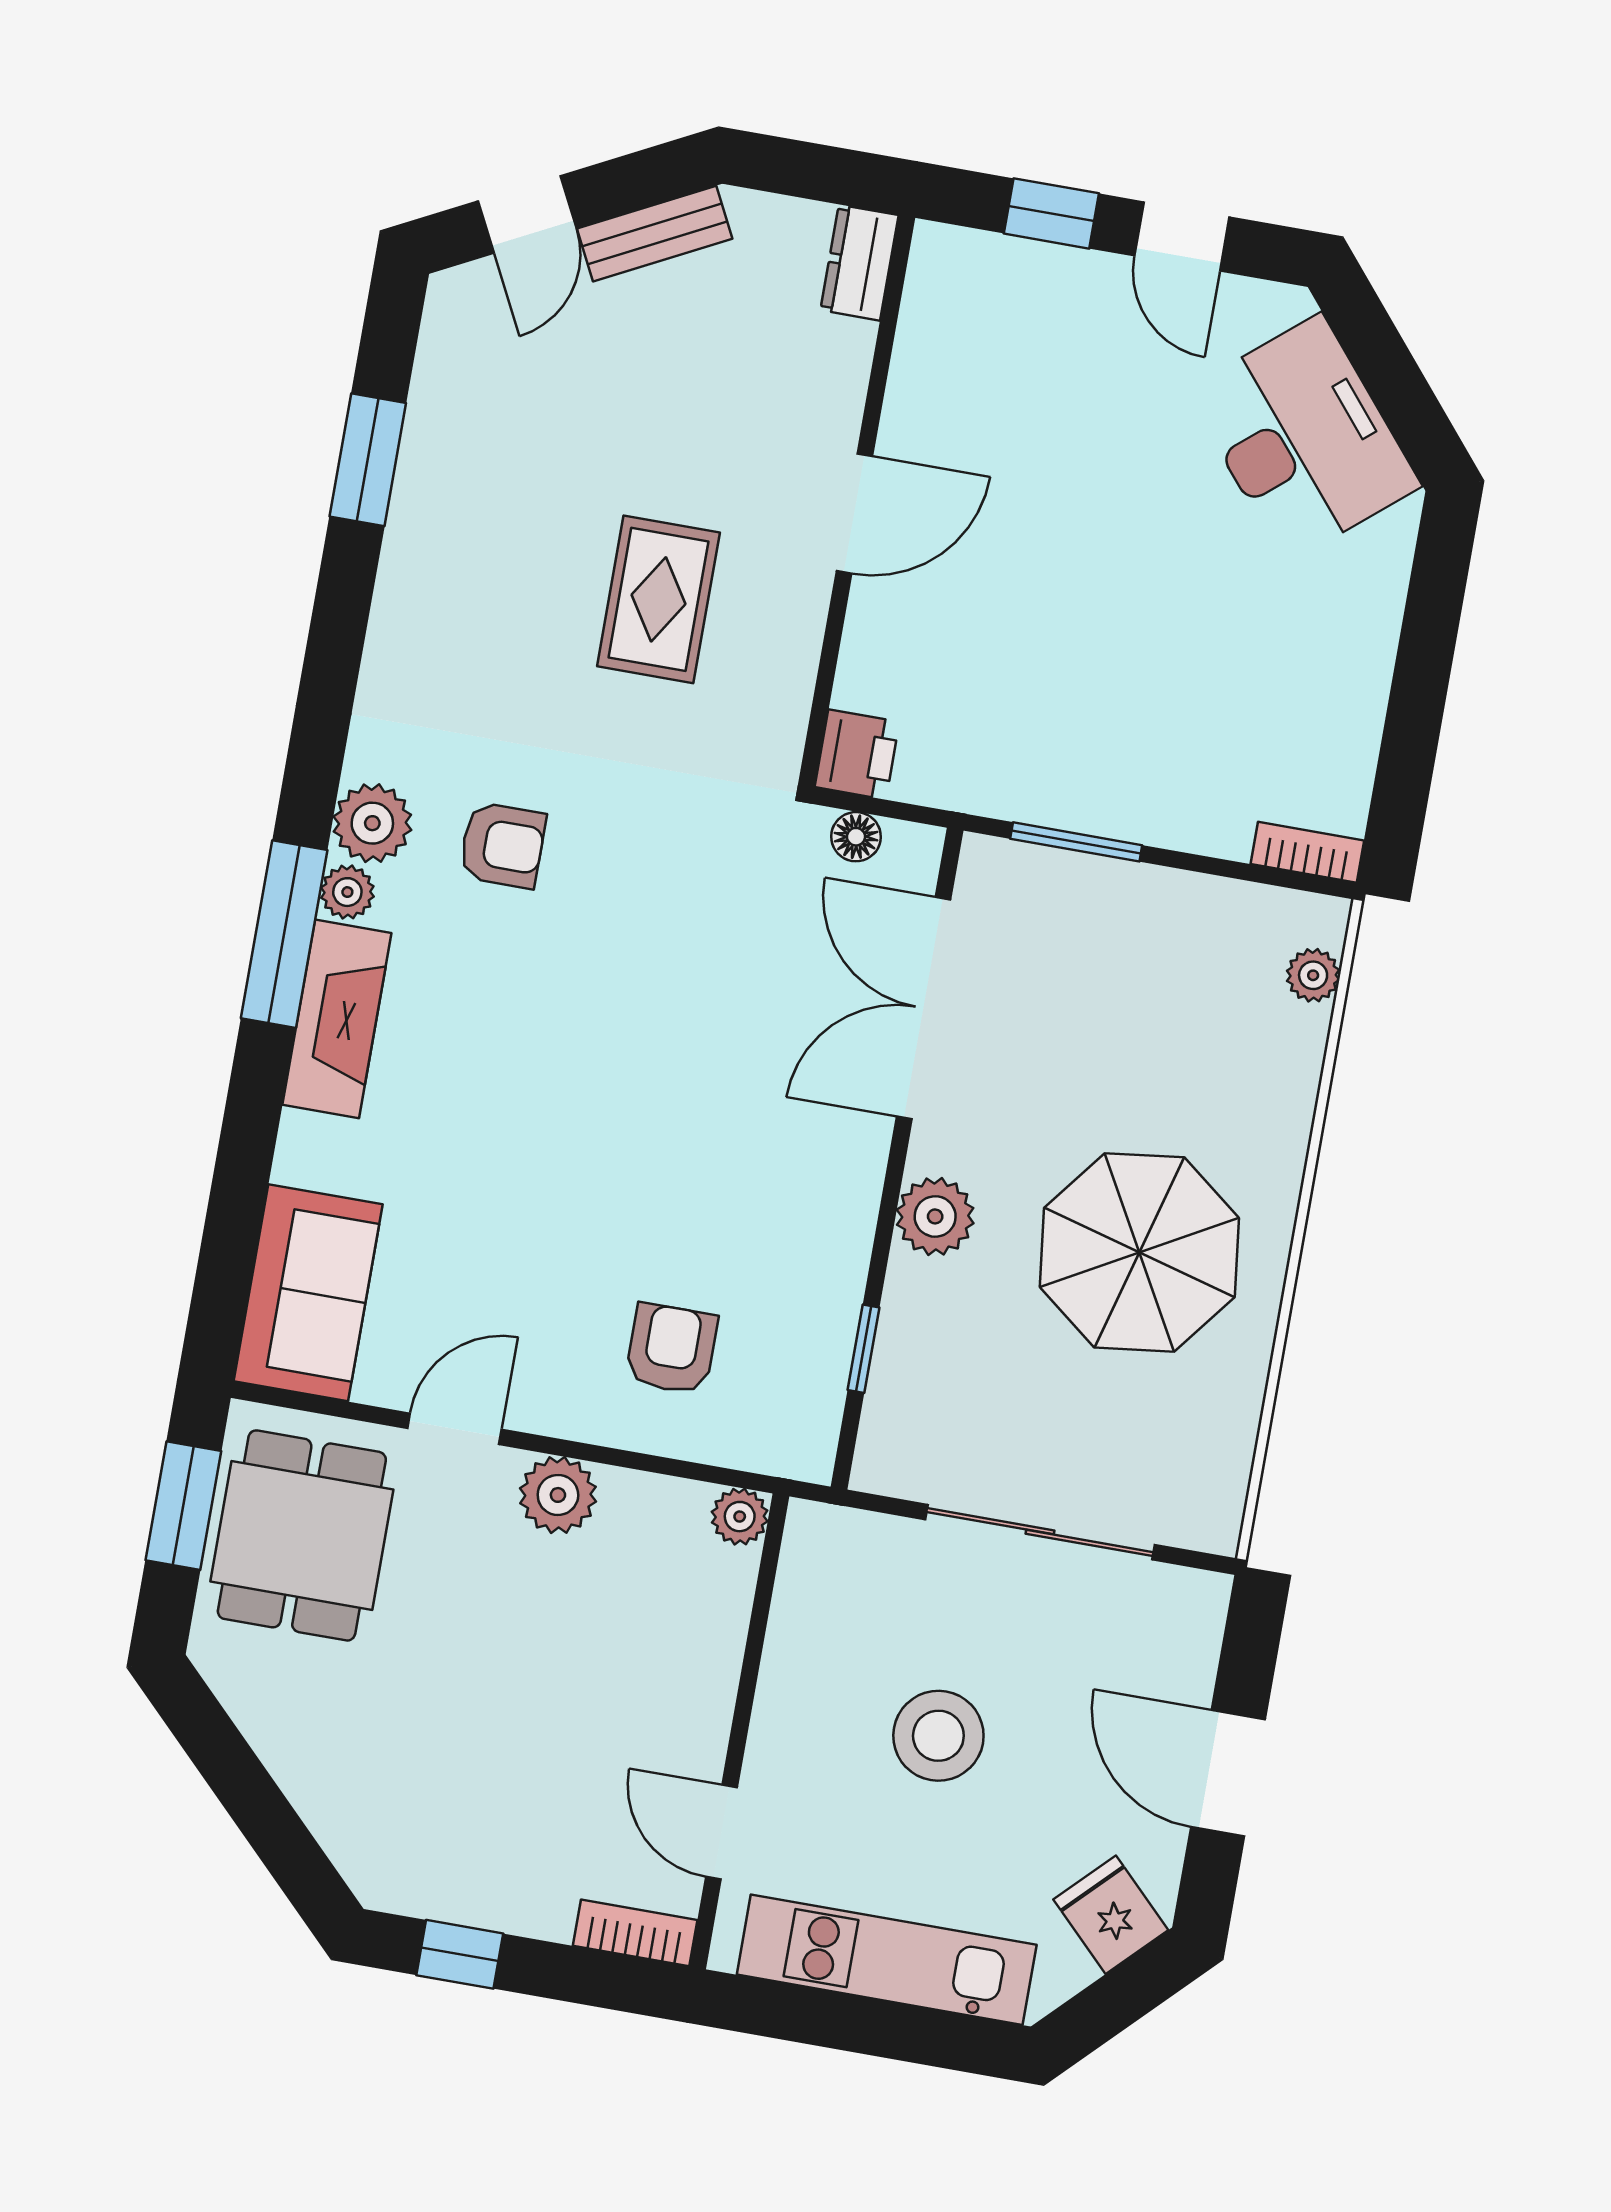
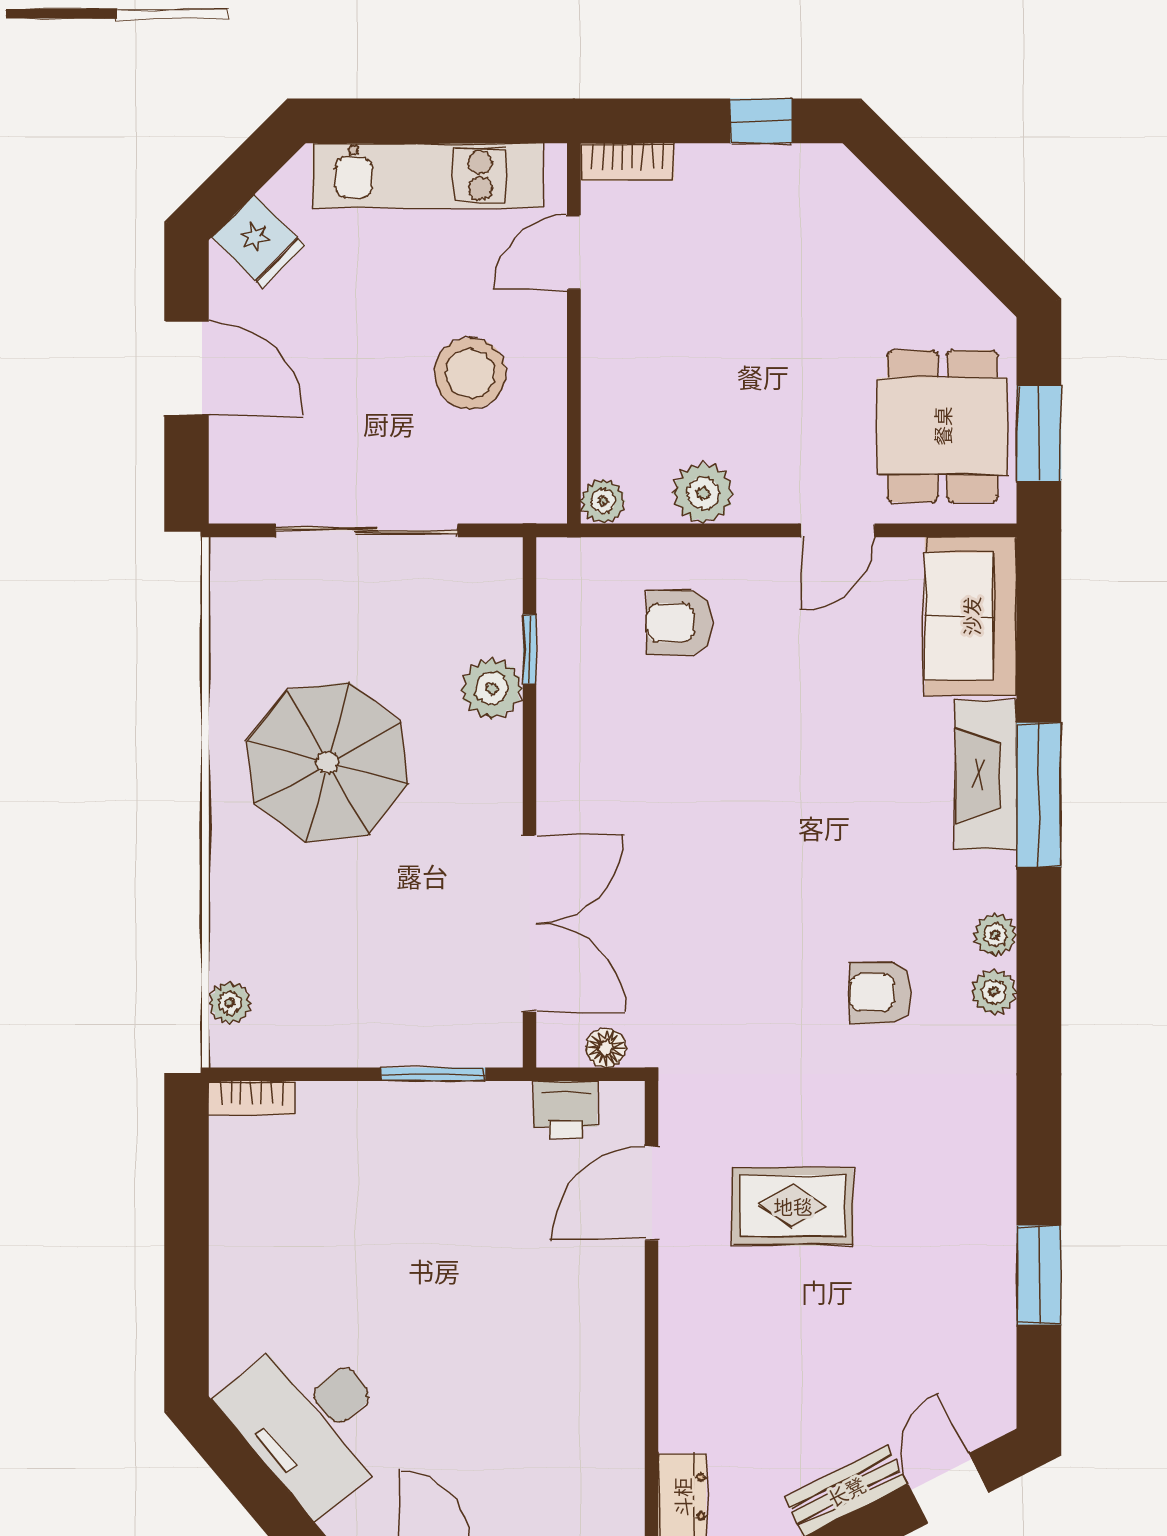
door: (854, 513) -> (652, 1193), moved
rug: (658, 599) -> (793, 1206), turned 90
printer: (857, 754) -> (566, 1109), moved, turned -90
plant: (372, 823) -> (994, 992), width x0.73, depth x0.73
window: (284, 934) -> (1039, 795), moved
fireplace: (337, 1019) -> (986, 775), moved
plant: (935, 1216) -> (492, 689), moved
armchair: (672, 1349) -> (679, 623), turned 90
plant: (558, 1495) -> (703, 493), moved
stool: (938, 1736) -> (470, 373), moved
door: (721, 1832) -> (574, 252), swing flipped

